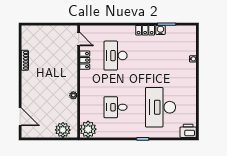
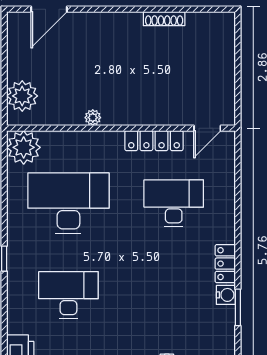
locker: (85, 60) -> (154, 141), width x1.53
desk: (115, 107) -> (68, 203), width x1.87, depth x1.30
desk: (161, 107) -> (68, 295), width x0.73, depth x0.77

